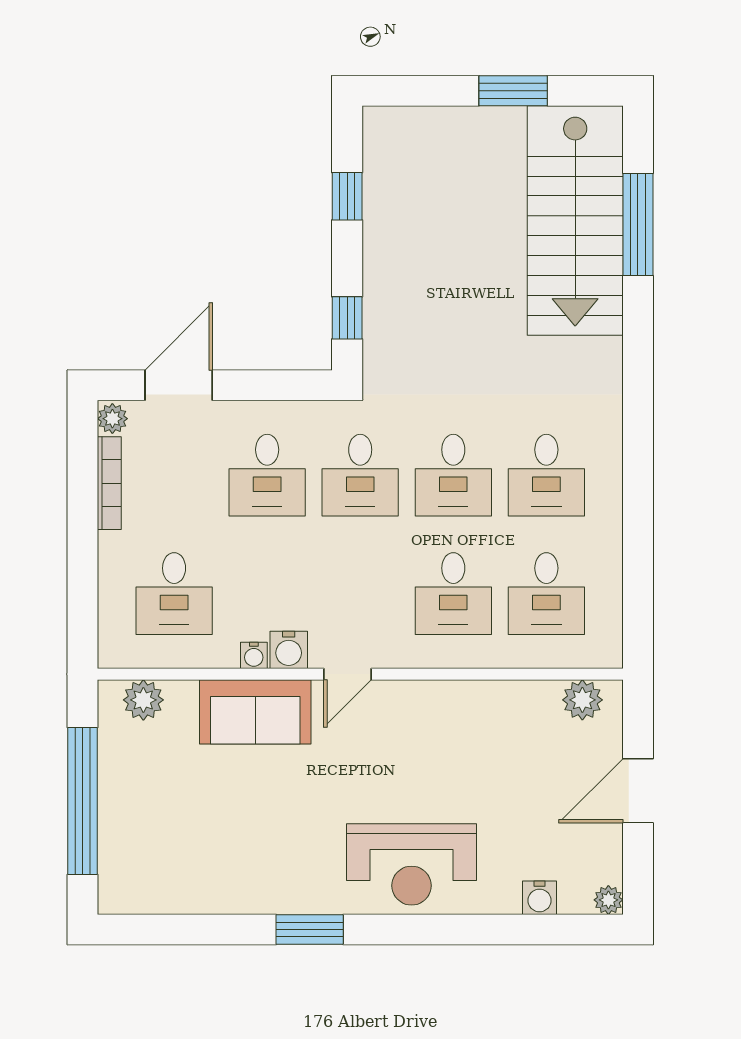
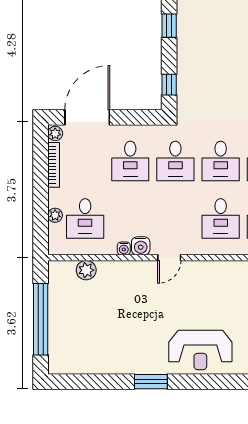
door: (179, 385) -> (87, 117), width x1.36
plant: (112, 587) -> (55, 215), added
plant: (143, 700) -> (86, 270), moved
sofa: (255, 712) -> (125, 276), removed

